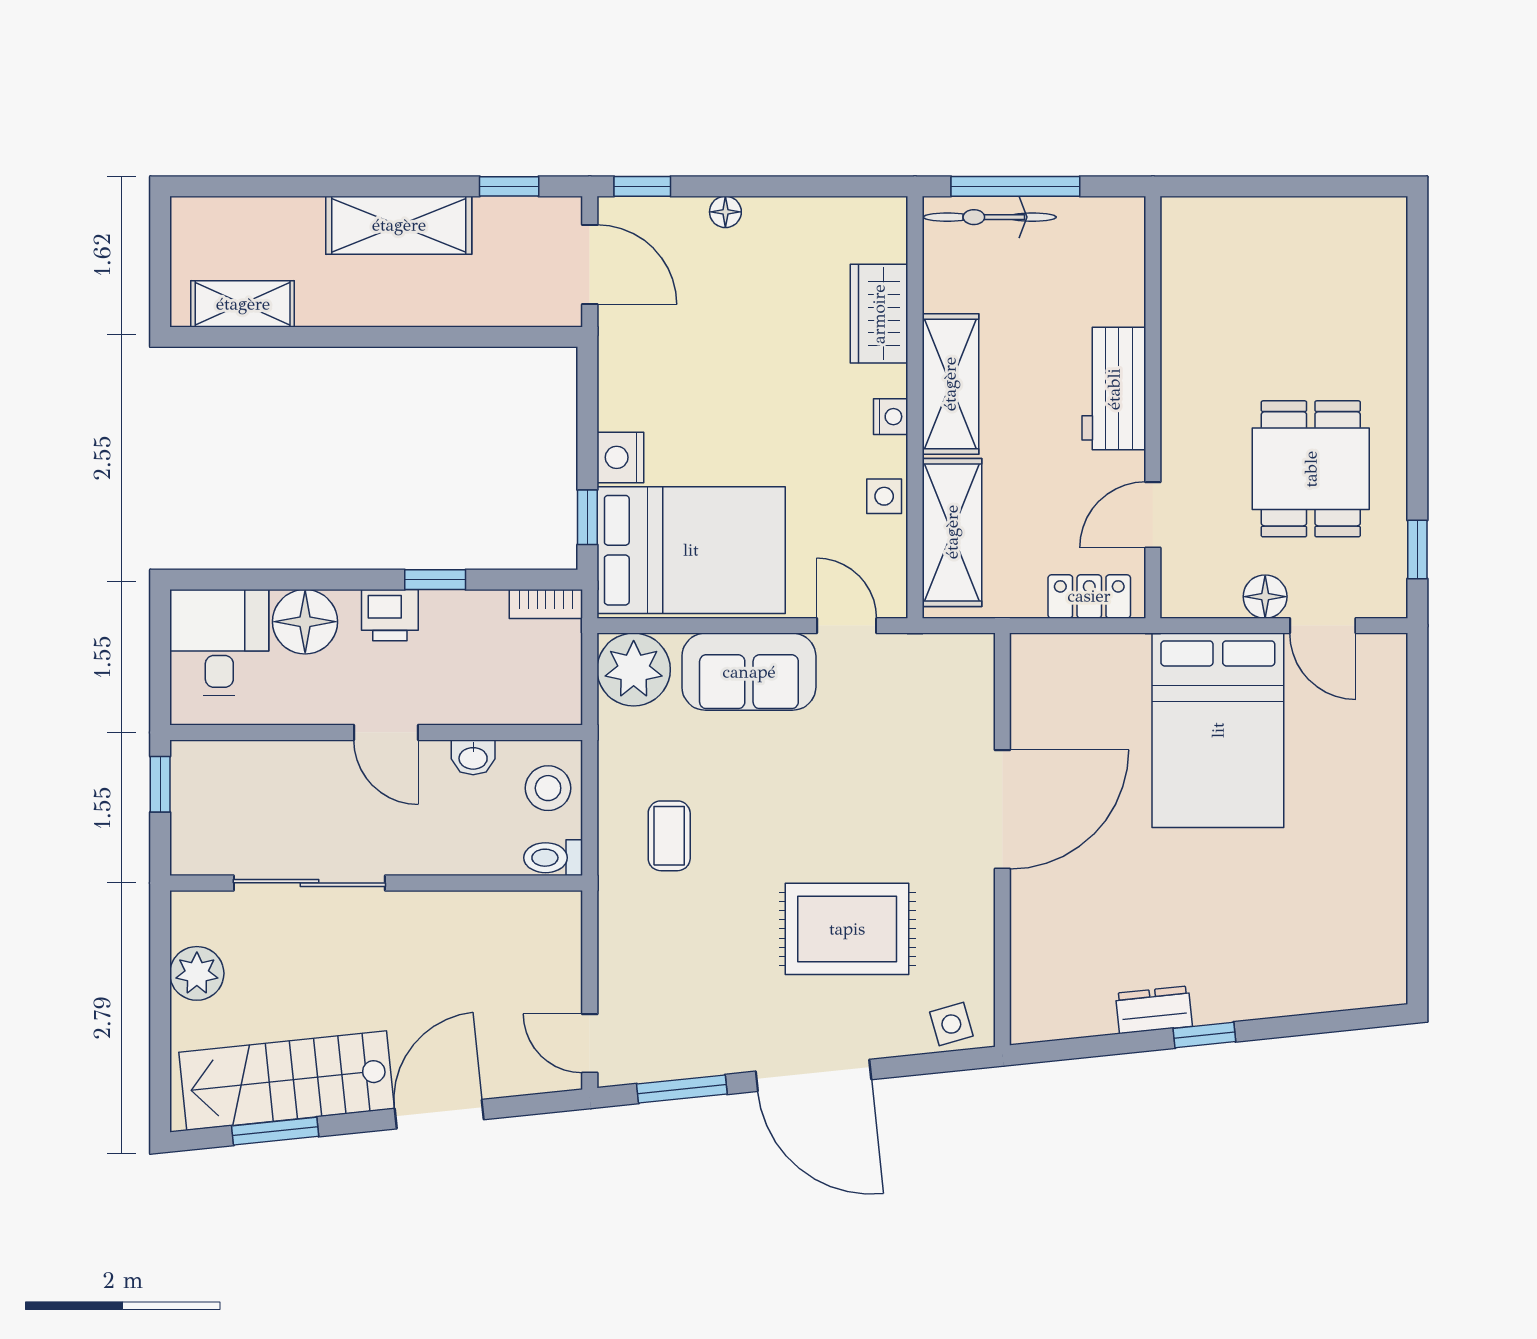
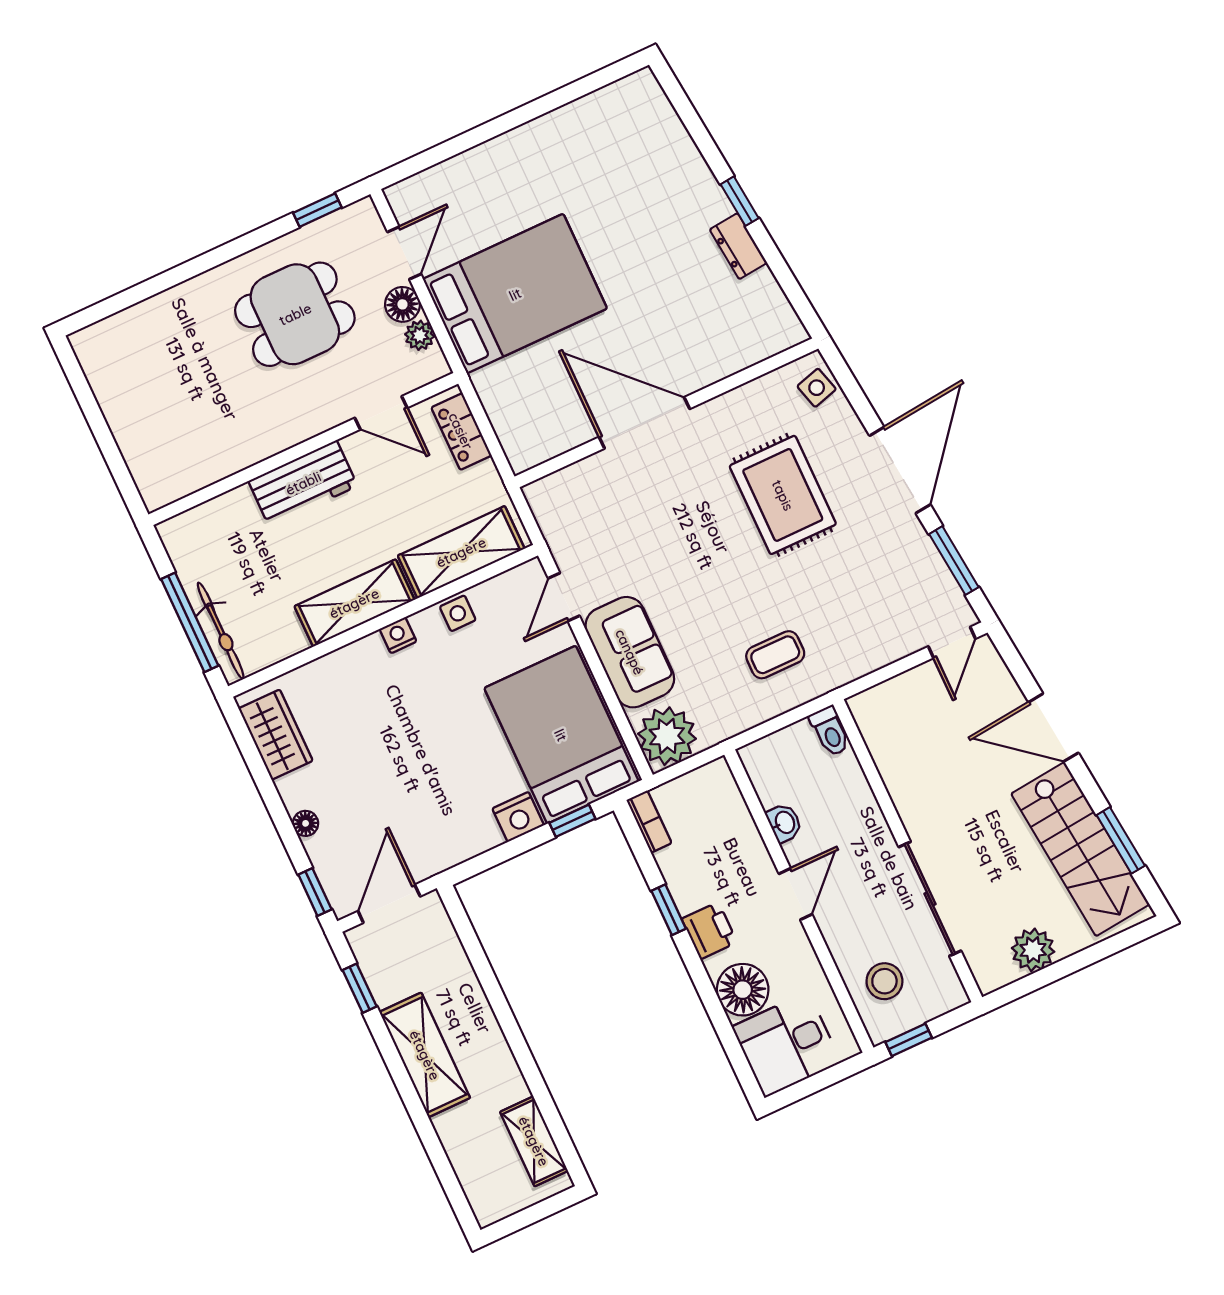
wardrobe: (879, 314) -> (276, 735), moved, turned -90
plant: (1221, 600) -> (420, 335), added
stool: (548, 788) -> (884, 981), moved

